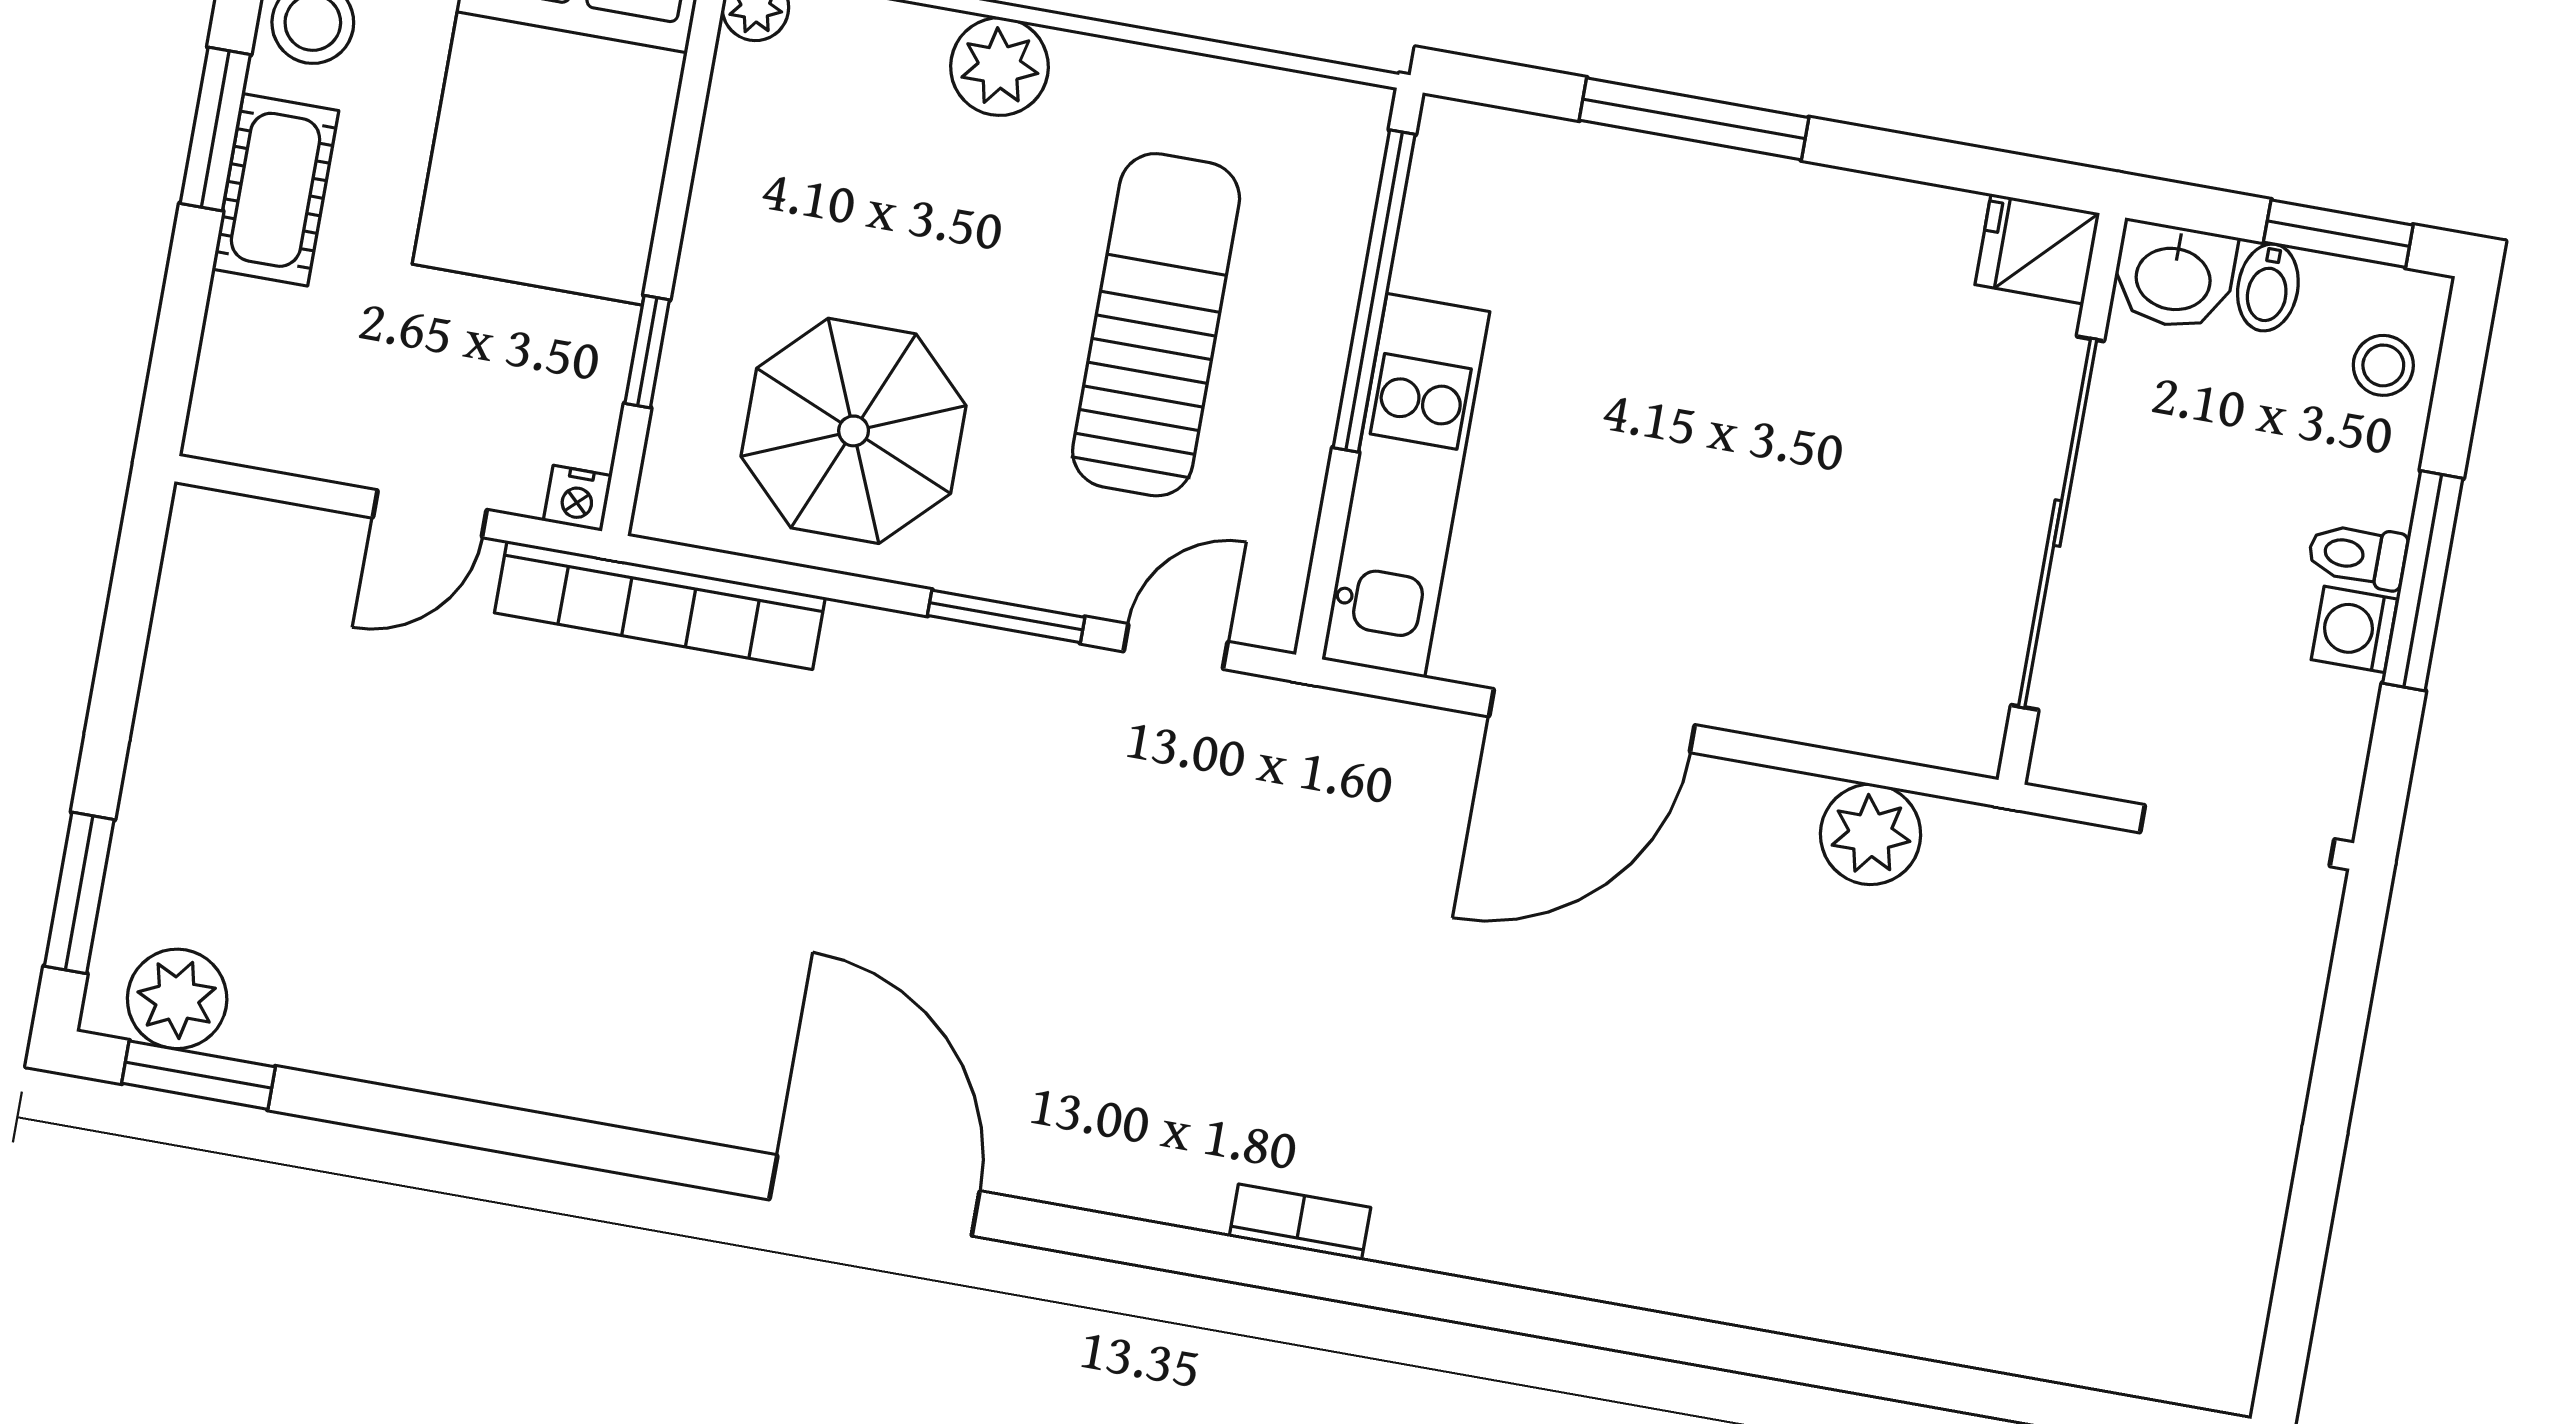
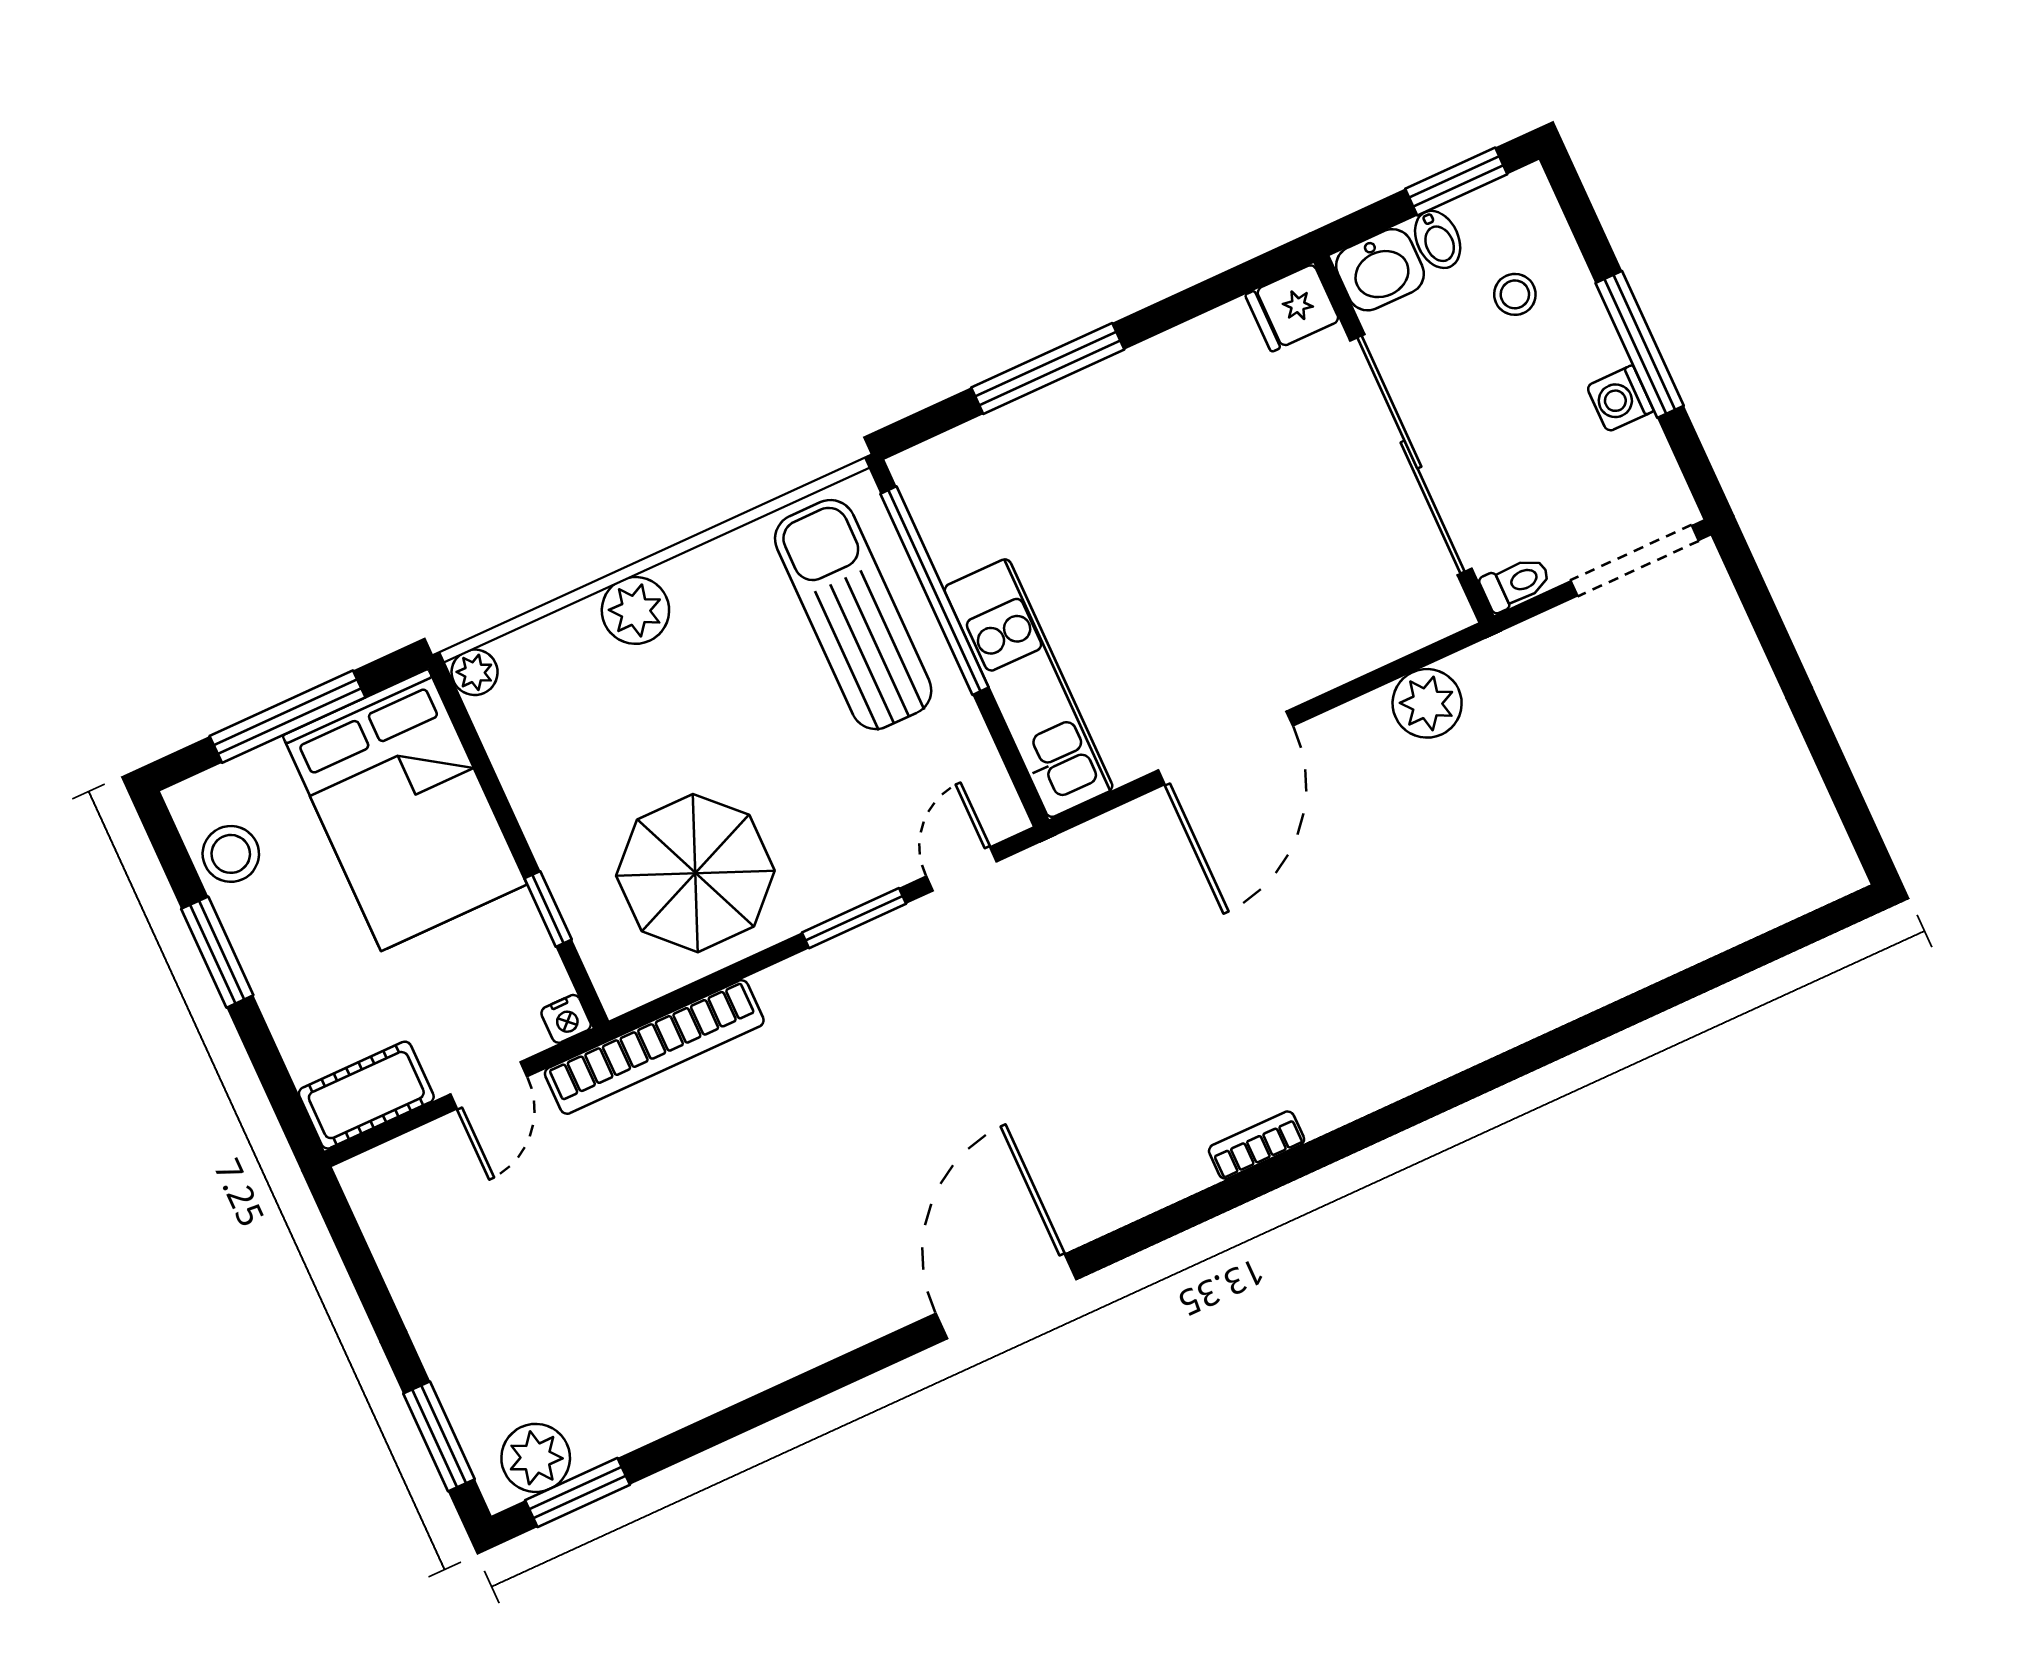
cot: (275, 190) -> (366, 1095), moved, turned 90
sun lounger: (1156, 325) -> (853, 615), moved
stool: (2383, 365) -> (1515, 294), moved
toilet: (2357, 555) -> (1516, 583), moved, turned 180
door: (874, 1195) -> (1006, 1296), hinge flipped

